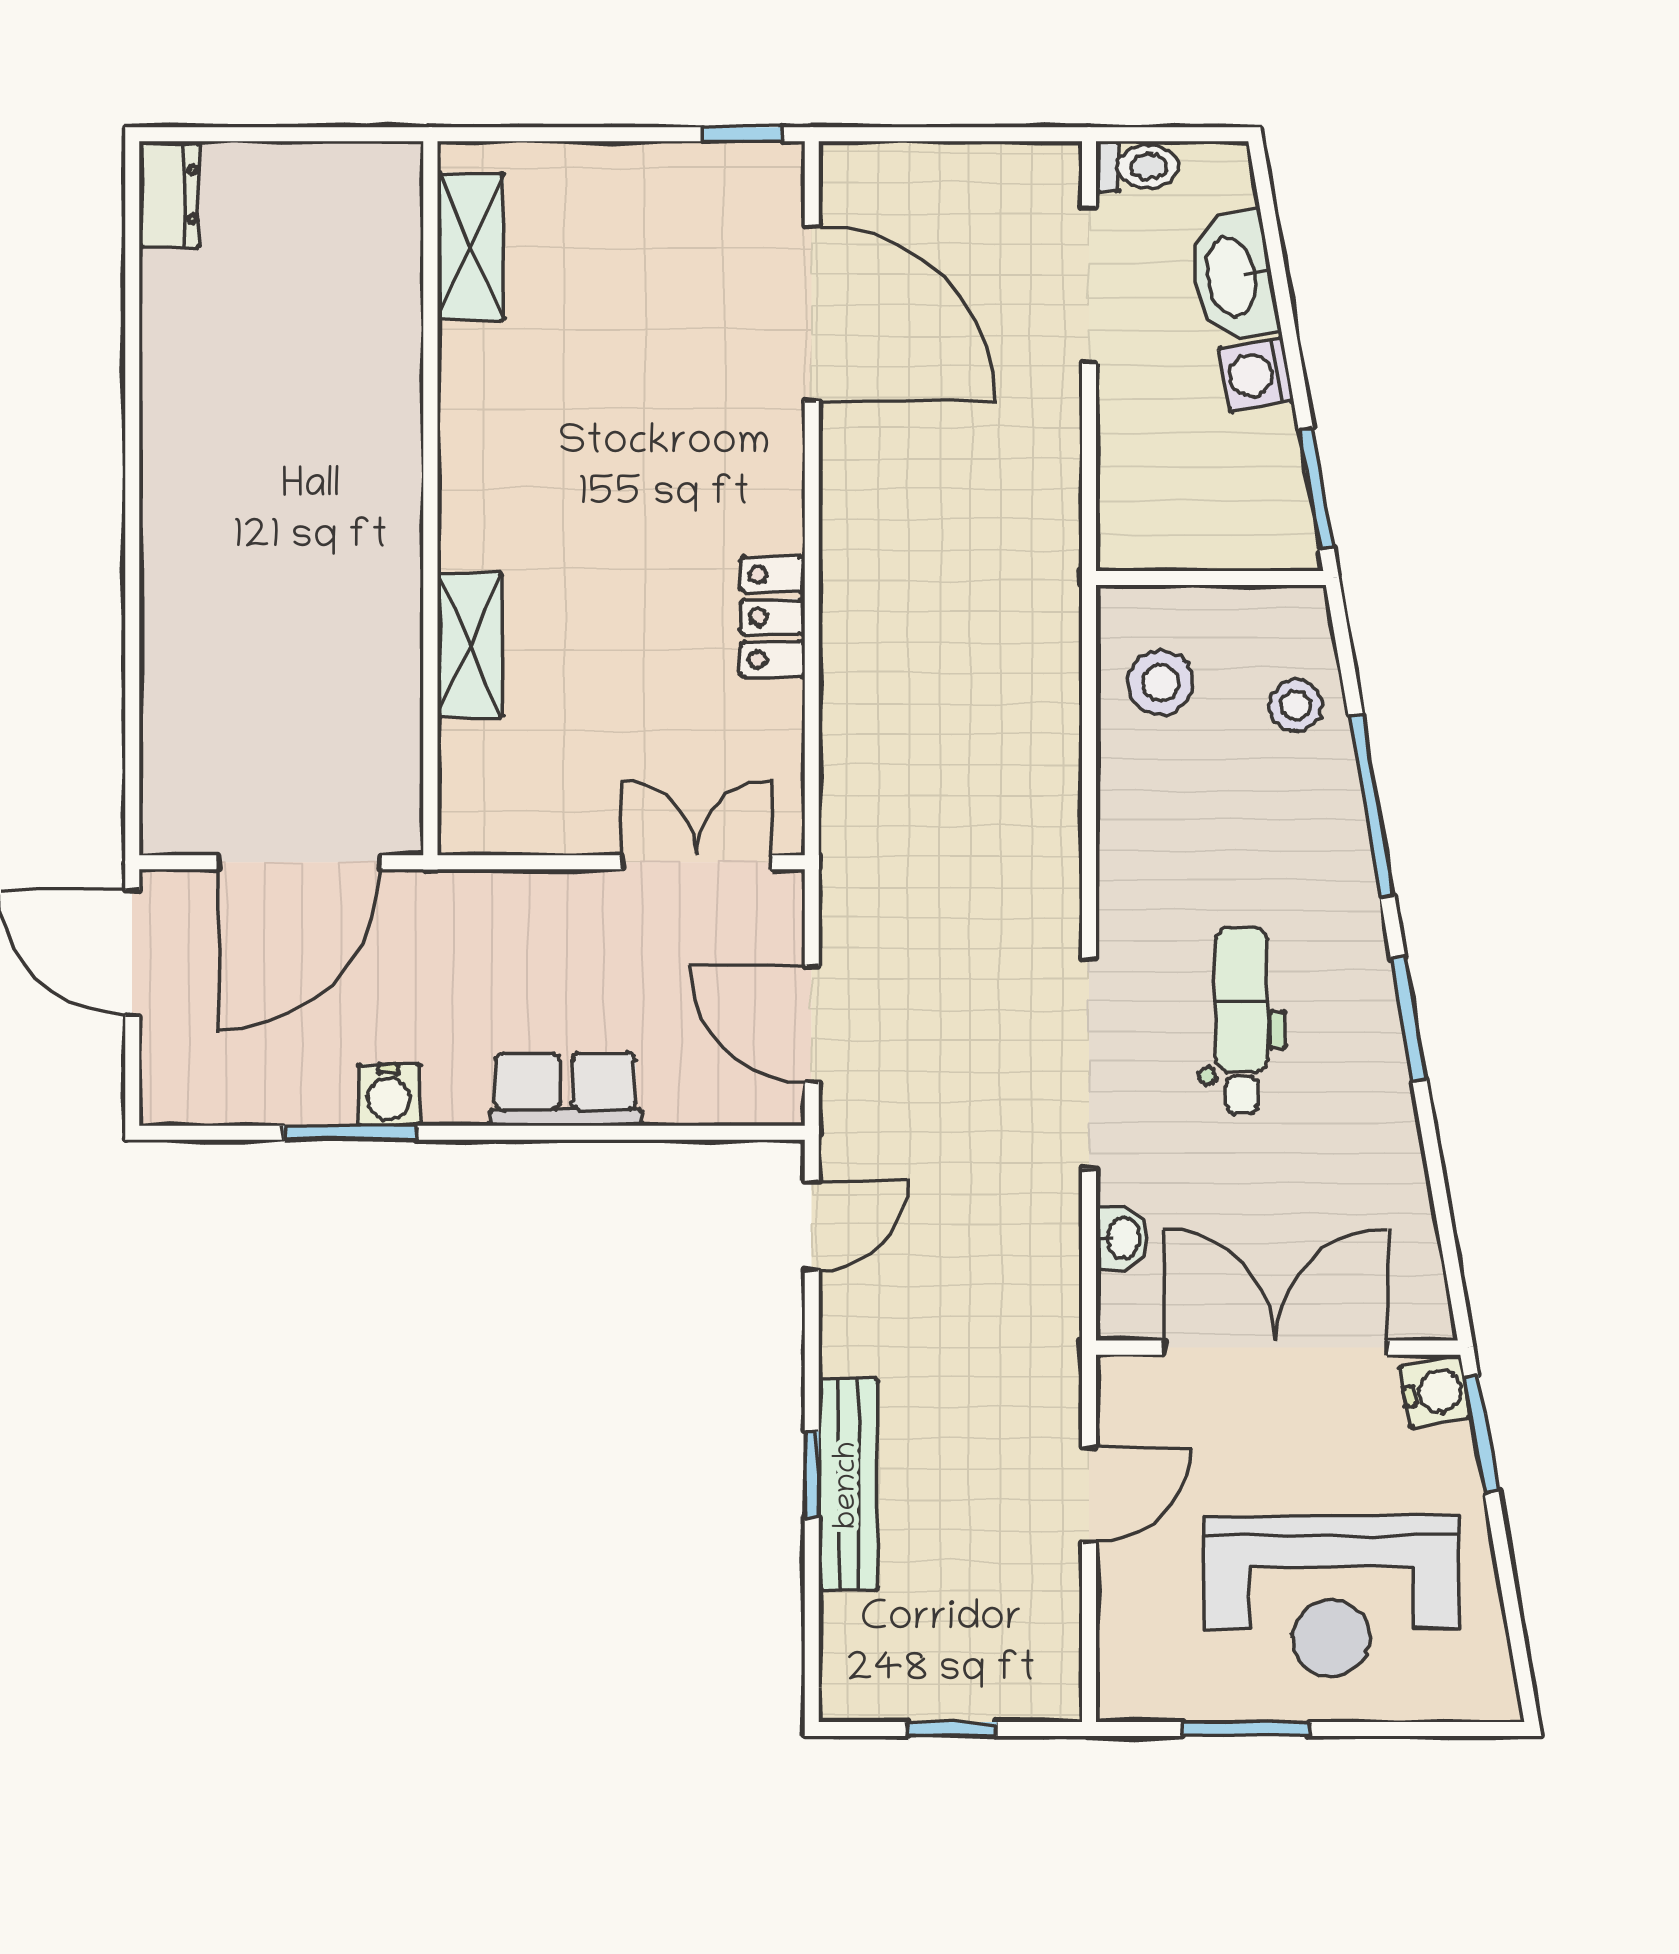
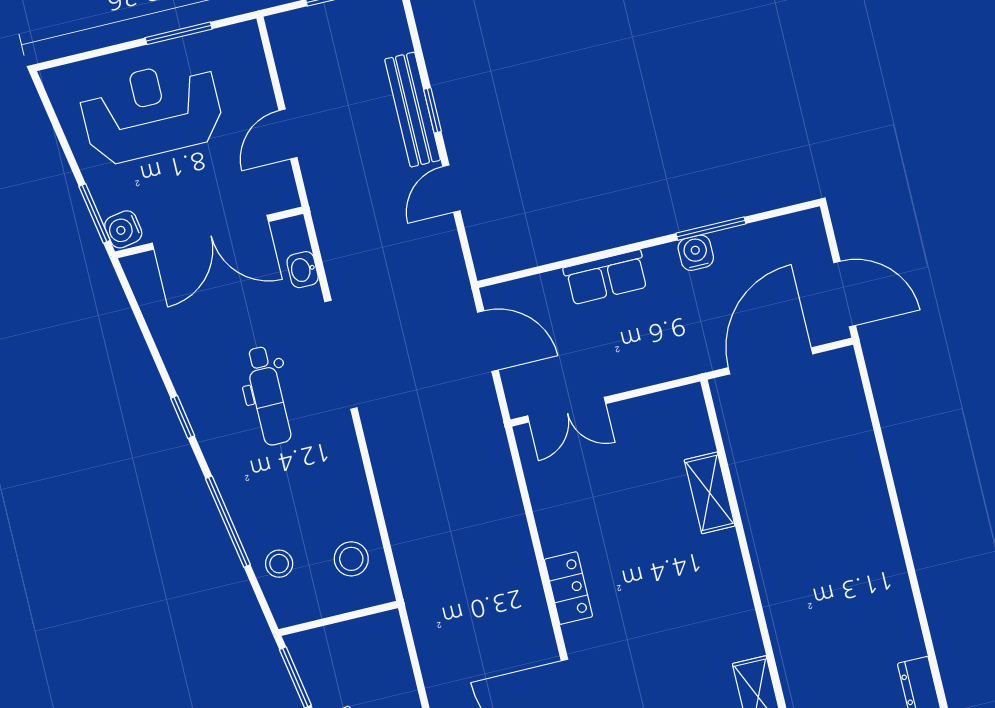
locker: (773, 617) -> (568, 588), moved
window: (1409, 1019) -> (183, 417), width x0.67
door: (812, 1226) -> (451, 189), moved

